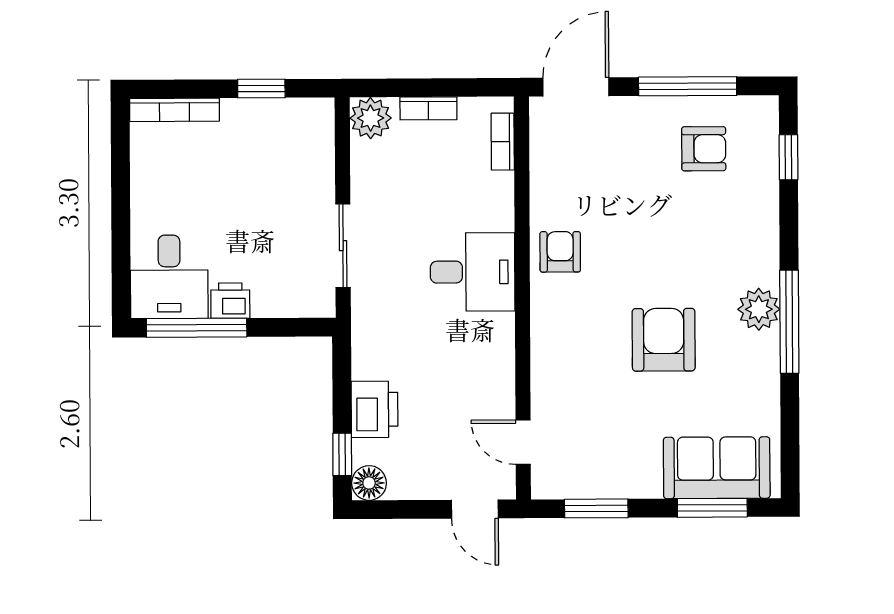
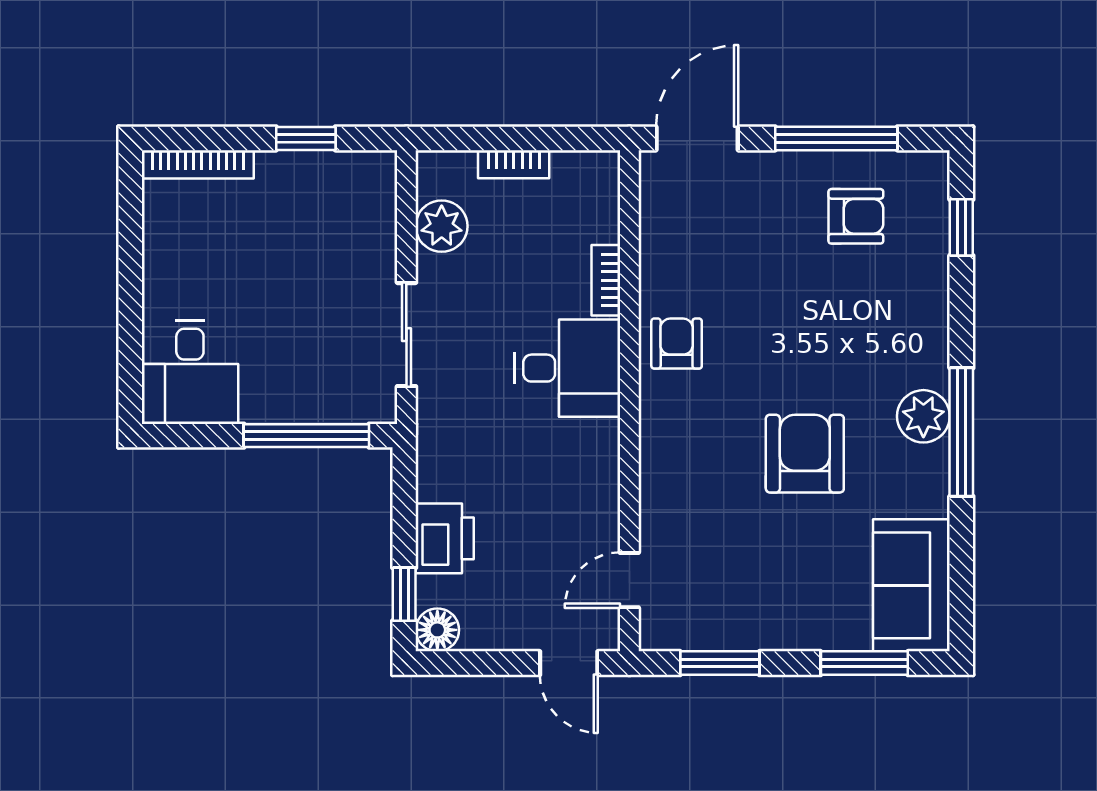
plant: (371, 118) -> (442, 226), moved
bookcase: (503, 142) -> (606, 280), moved
printer: (230, 301) -> (266, 402), removed
window: (197, 328) -> (306, 436), moved
door: (523, 442) -> (629, 580), hinge flipped
sofa: (717, 468) -> (911, 585), moved, turned -90

